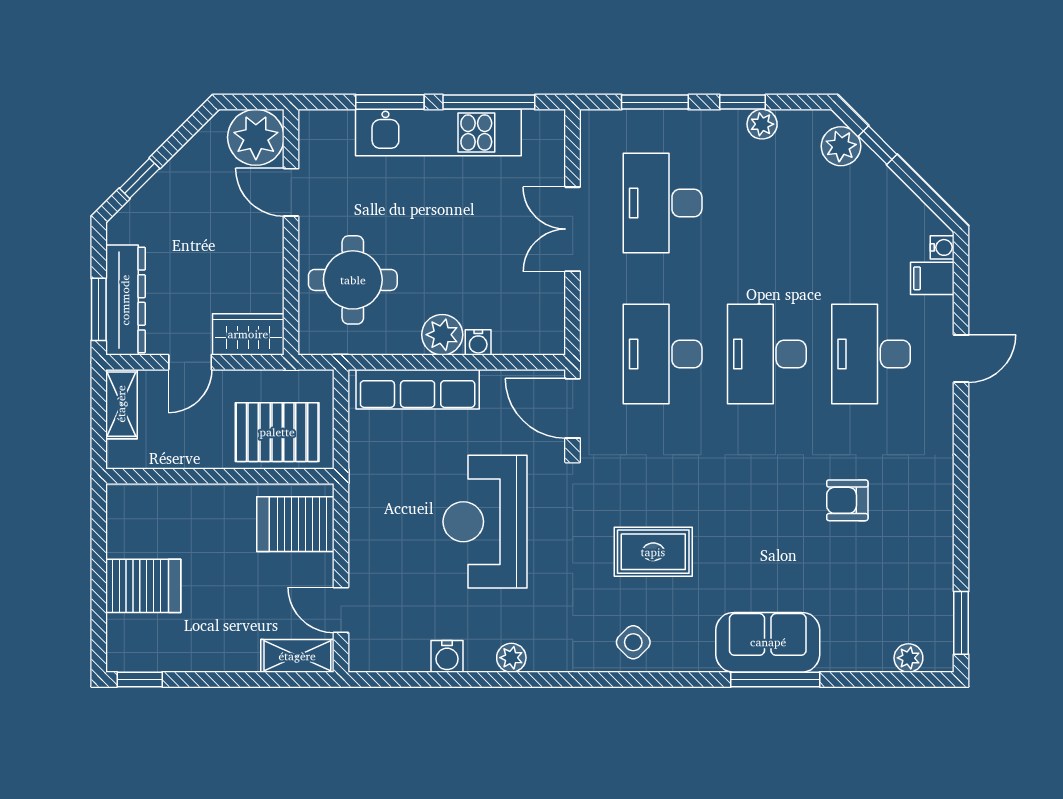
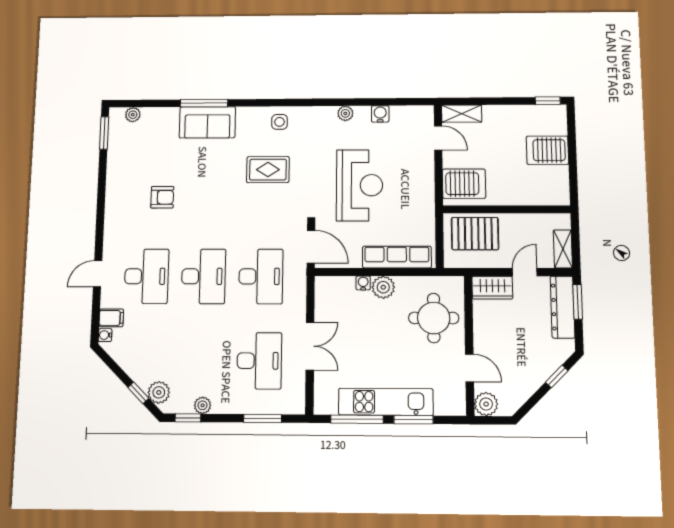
window: (743, 102) -> (188, 418), moved
plant: (256, 137) -> (486, 404), width x0.73, depth x0.73
side table: (633, 642) -> (280, 122), turned 45

